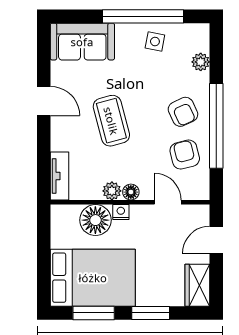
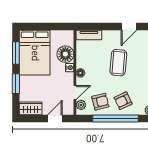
coffee table: (111, 121) -> (118, 63), turned -70
plant: (112, 191) -> (81, 105), moved
door: (216, 240) -> (55, 118), hinge flipped

